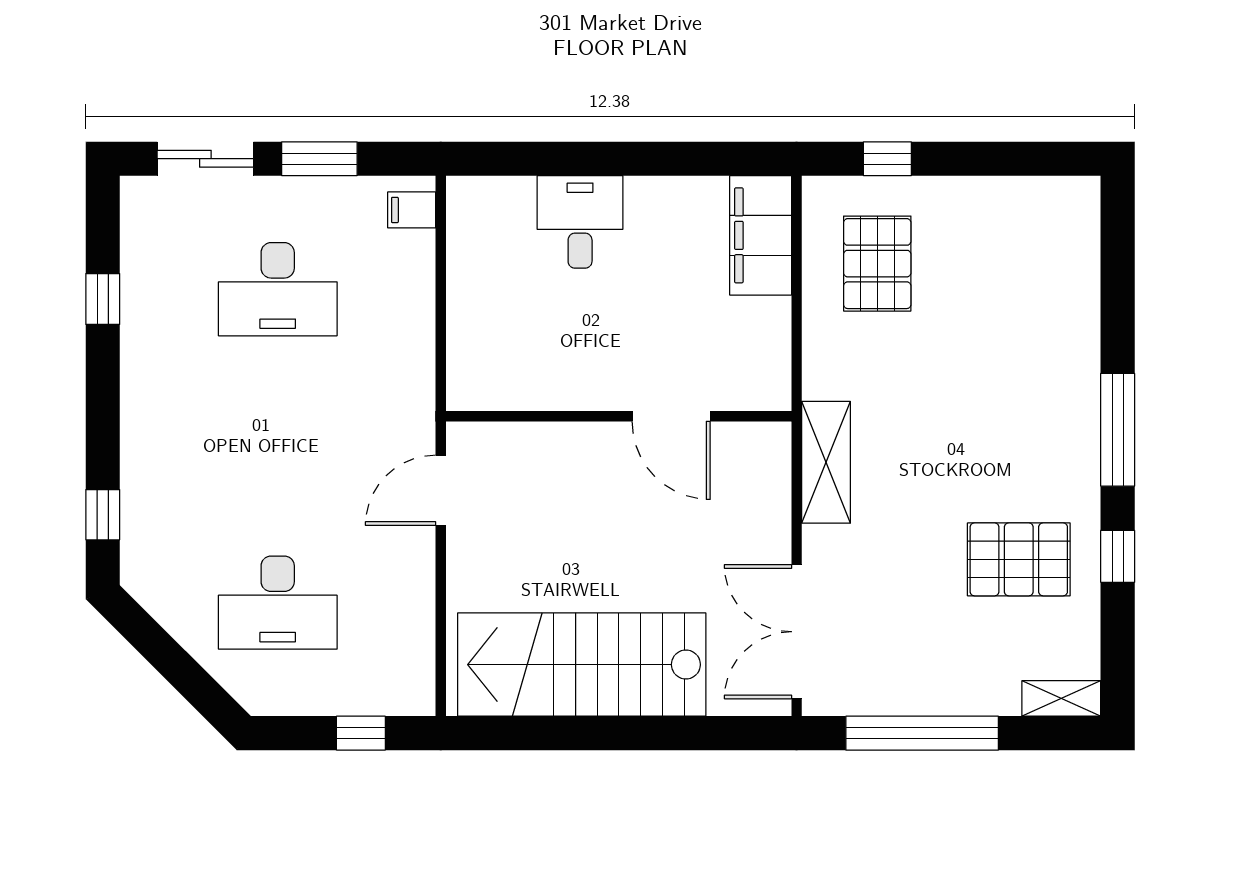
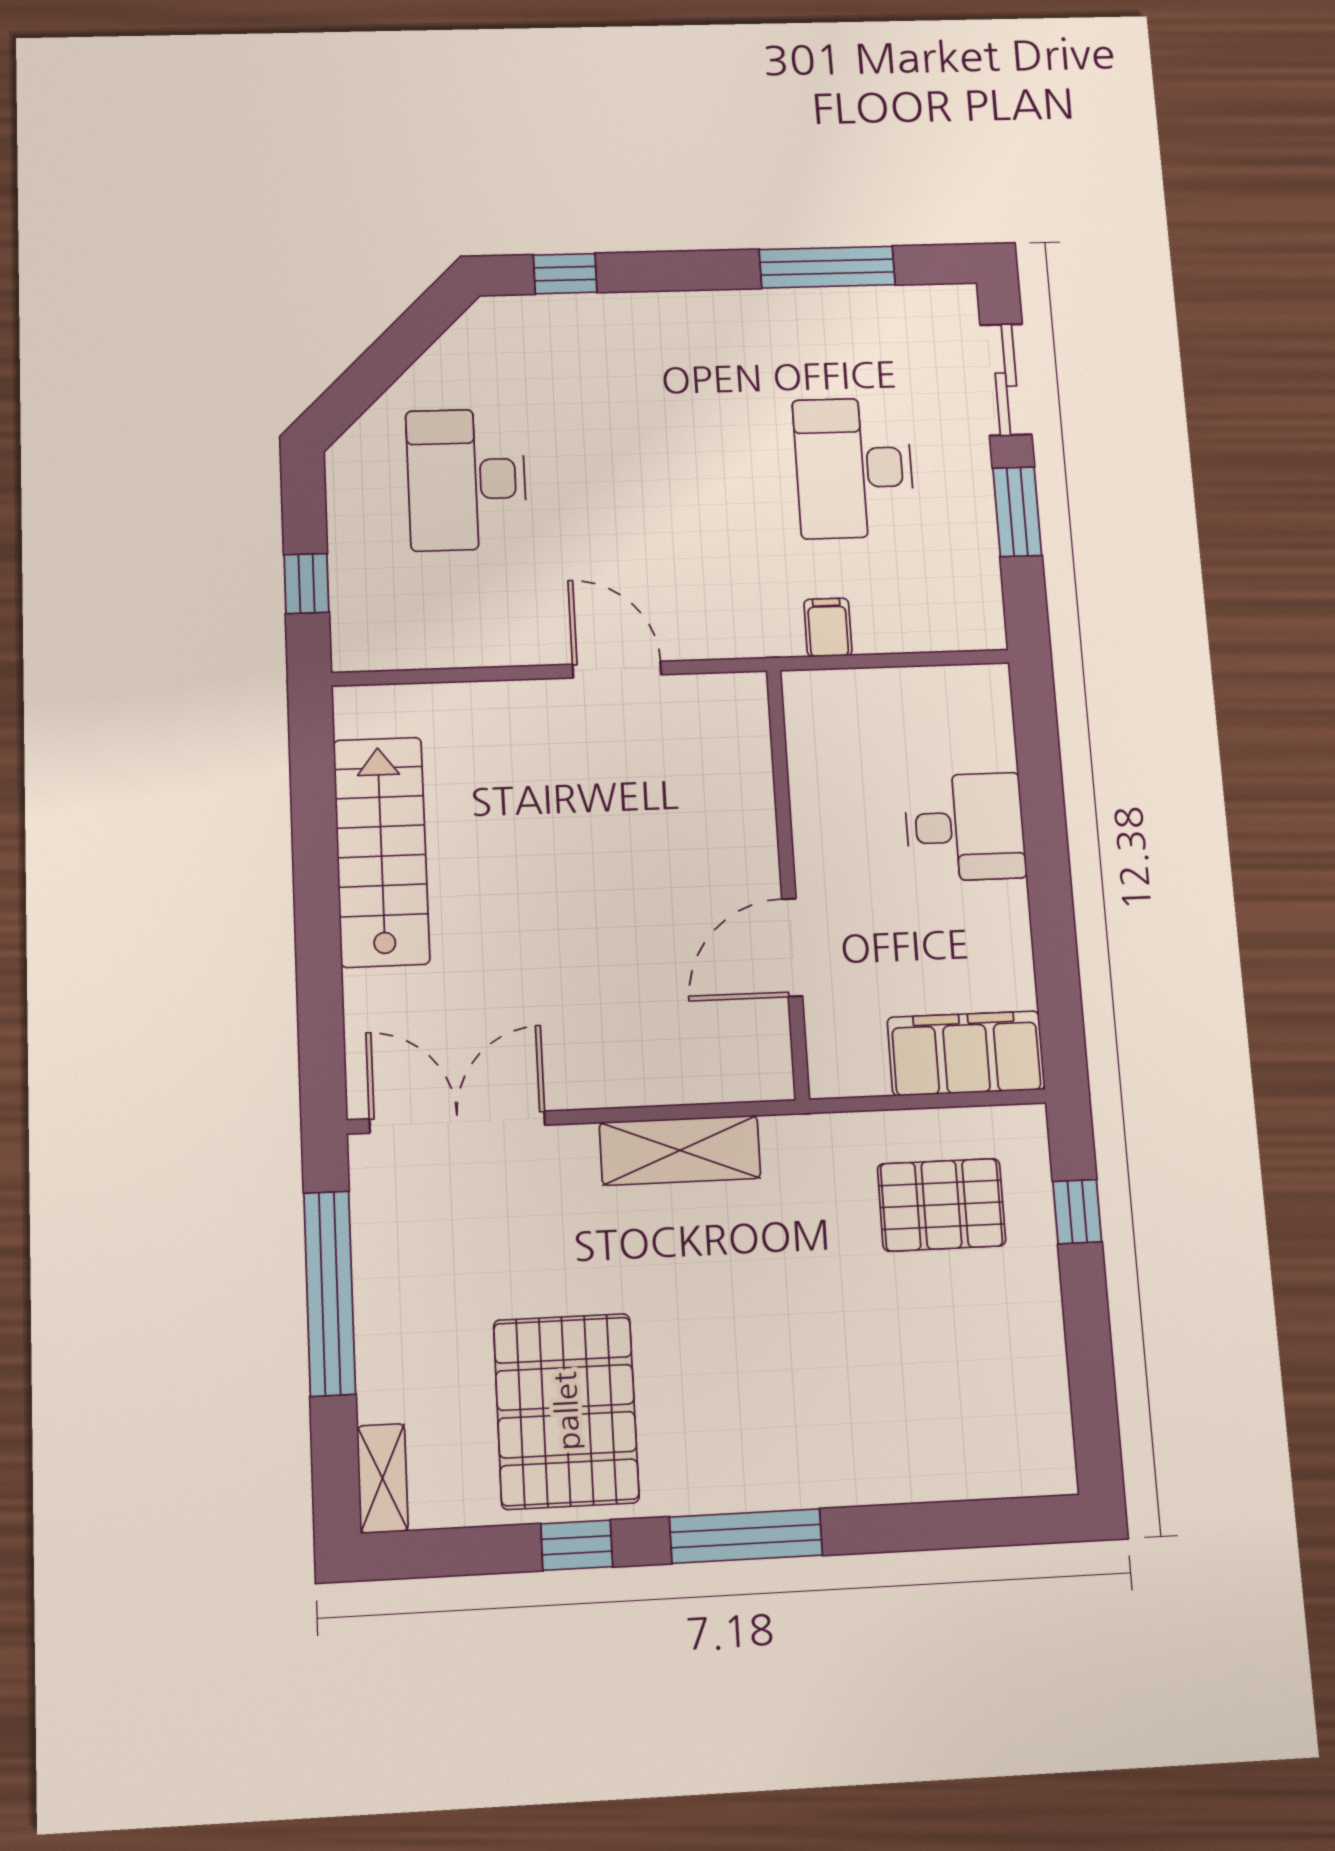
filing cabinet: (412, 210) -> (828, 627), moved
window: (103, 299) -> (827, 267), width x2.17
wall: (619, 416) -> (788, 882), moved
door: (671, 416) -> (792, 947), moved
pallet: (1019, 559) -> (566, 1411), width x1.37, depth x1.41
stairs: (582, 665) -> (381, 852), width x0.73, depth x0.66

